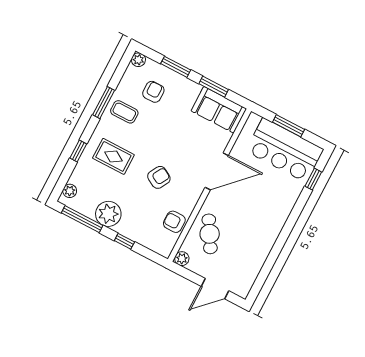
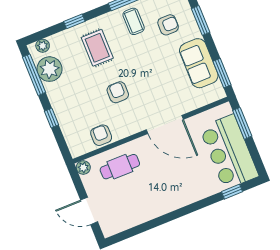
window: (214, 87) -> (222, 73), moved
sofa: (219, 110) -> (199, 63), moved
window: (289, 126) -> (242, 123), moved
armchair: (159, 177) -> (118, 92), turned -120
plant: (108, 214) -> (49, 69), moved
cafe table: (210, 234) -> (120, 167), turned 31

